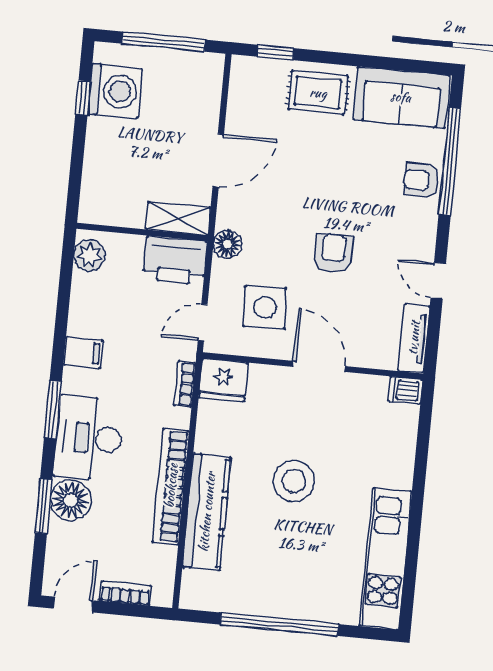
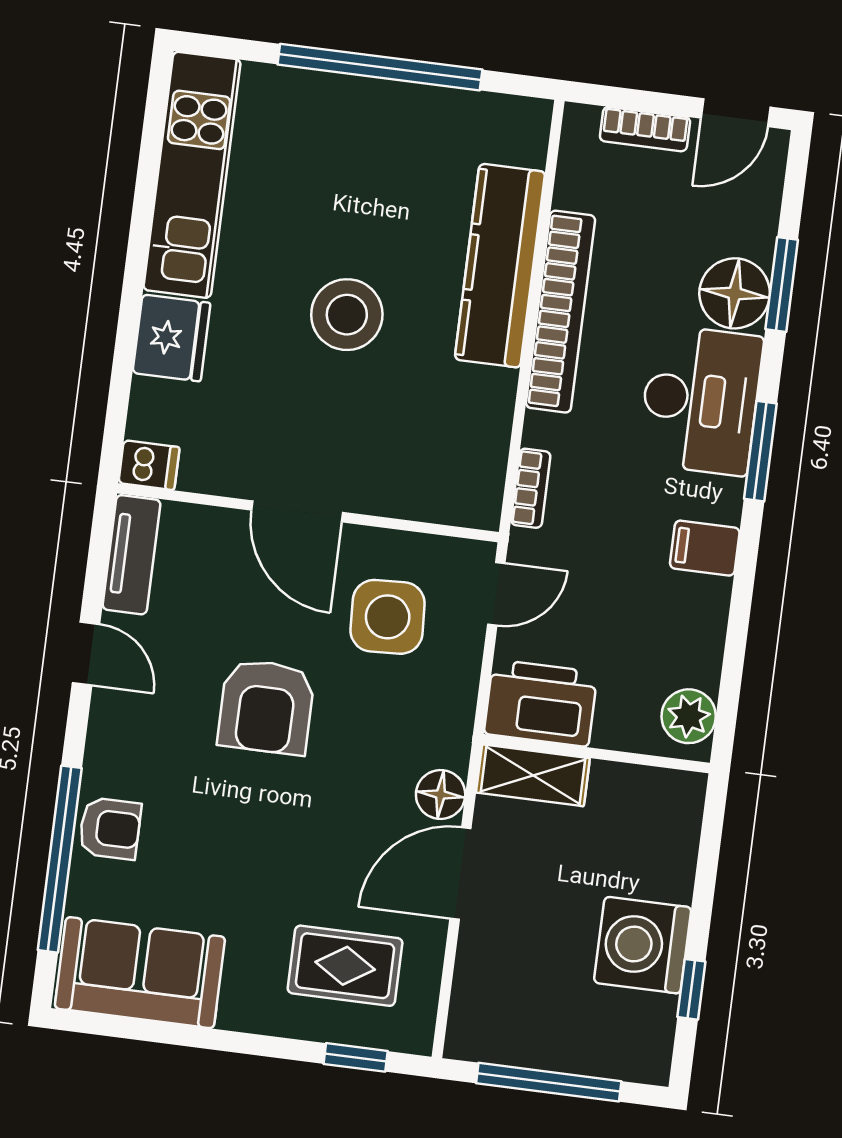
washing machine: (115, 91) -> (643, 945), moved
rug: (318, 93) -> (345, 966), moved
floor lamp: (227, 244) -> (441, 794), moved
armchair: (333, 253) -> (266, 707), width x1.38, depth x1.38
fridge: (223, 380) -> (171, 338), moved, turned 90

